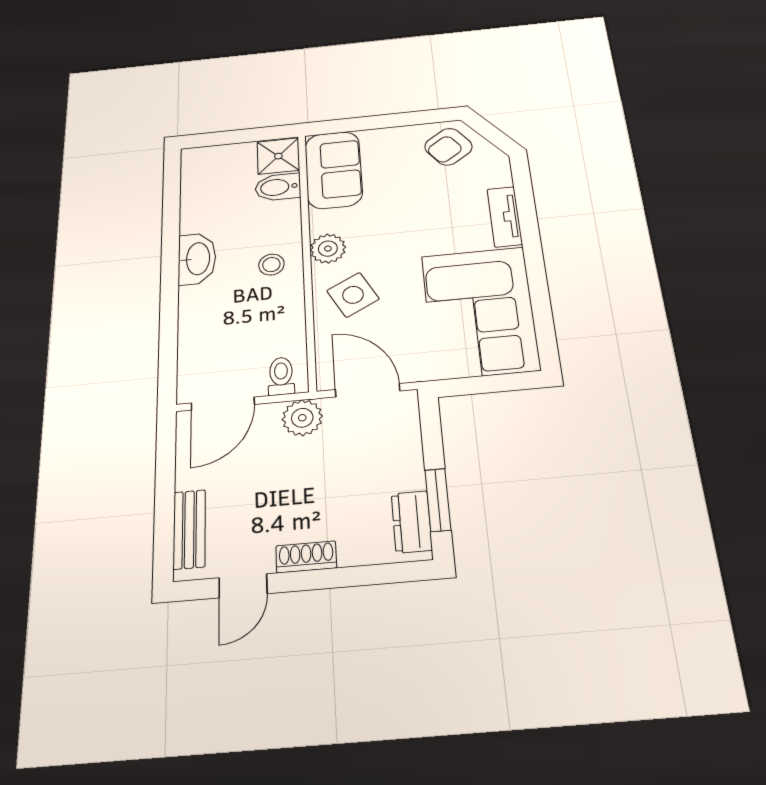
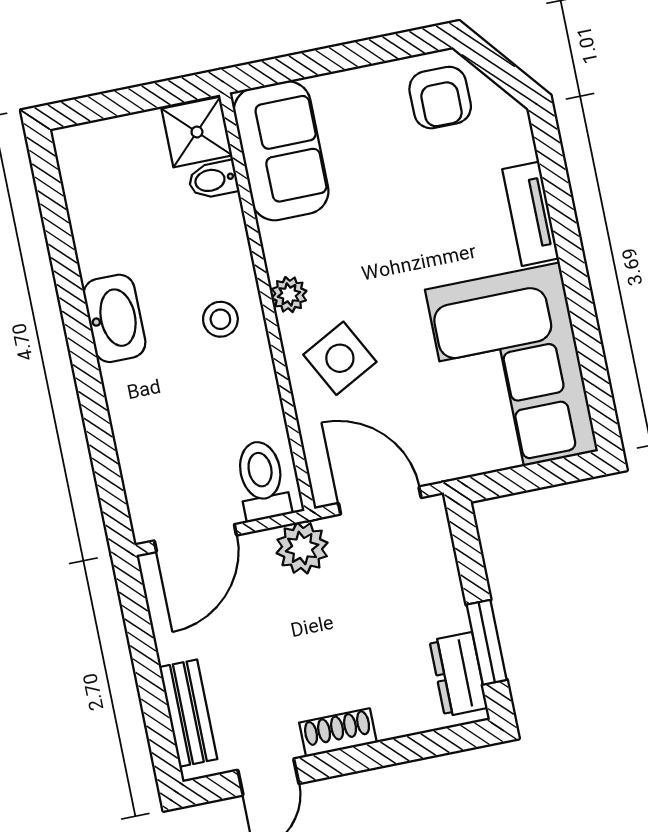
armchair: (448, 147) -> (440, 98), turned -54
bidet: (278, 187) -> (213, 180), width x0.72, depth x0.74
plant: (328, 249) -> (289, 295), width x0.73, depth x0.73
toilet: (281, 376) -> (262, 480), width x1.37, depth x1.39

